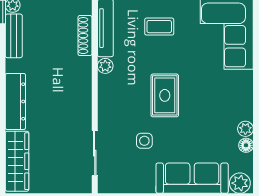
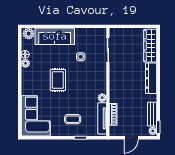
rug: (165, 95) -> (58, 80), moved

